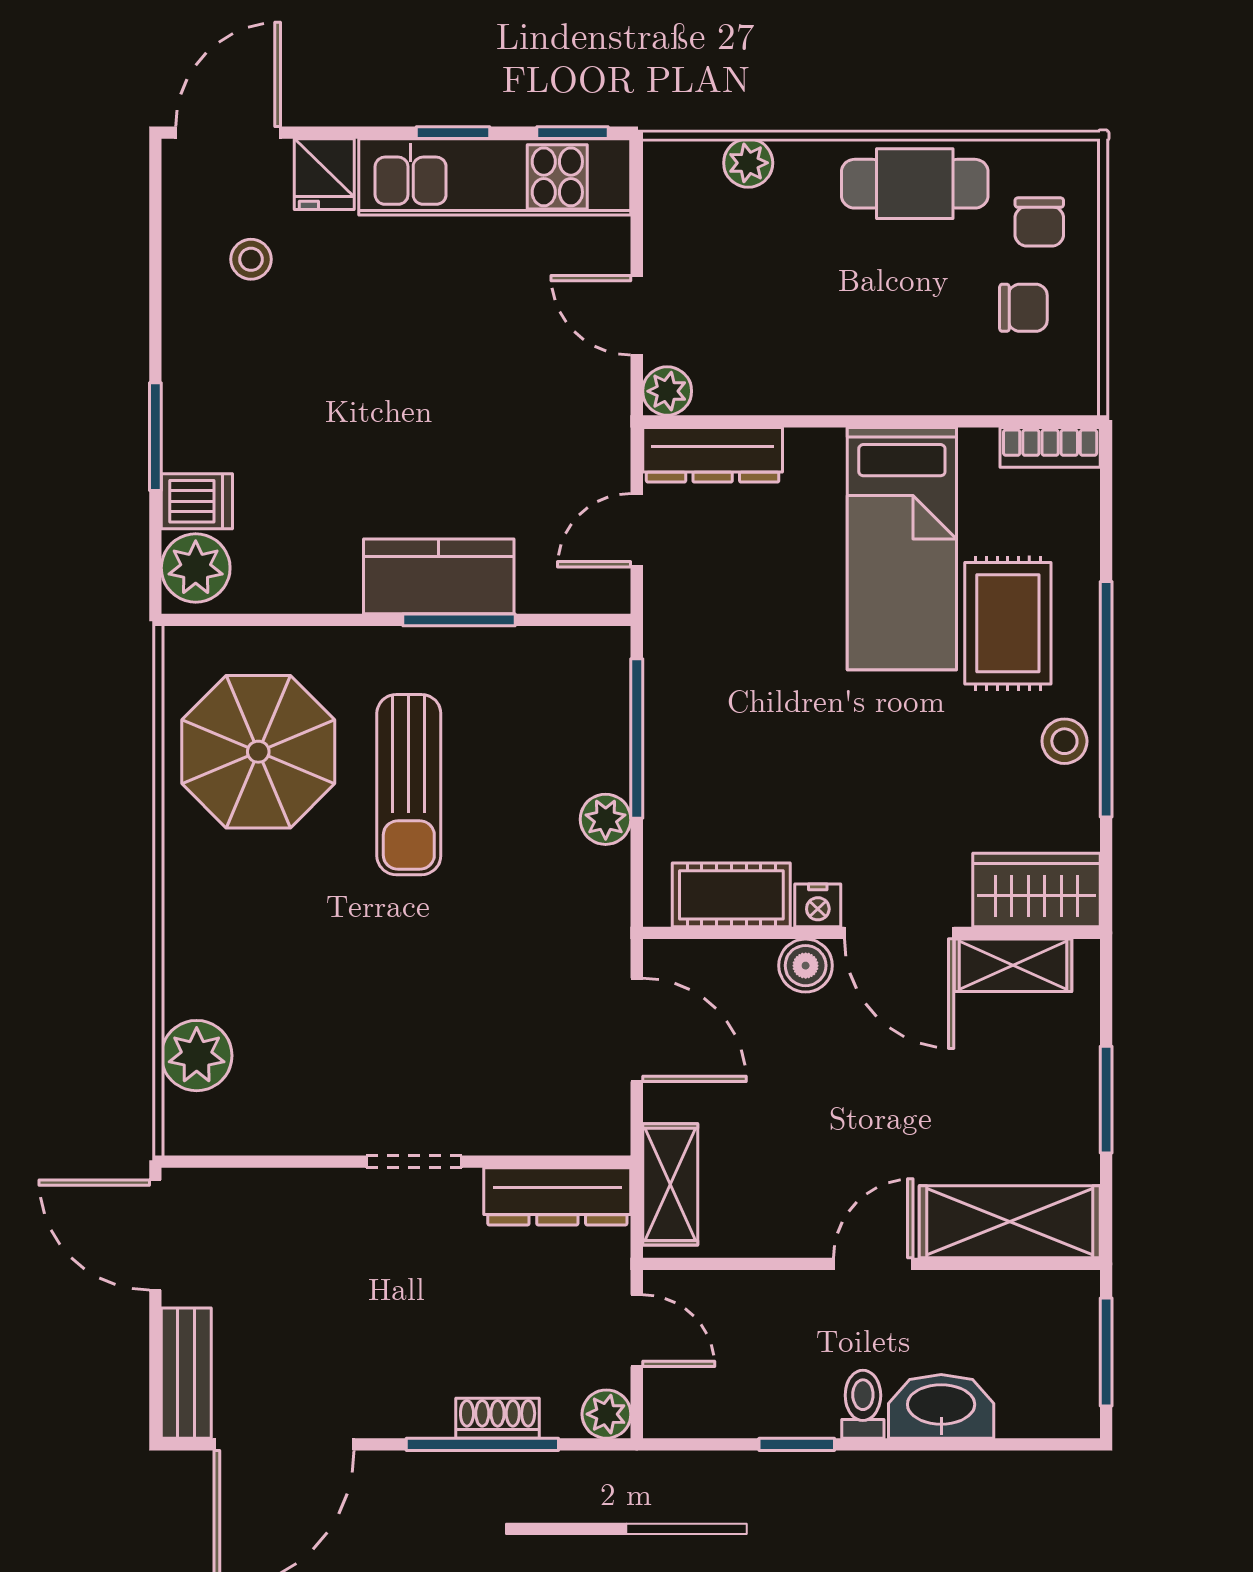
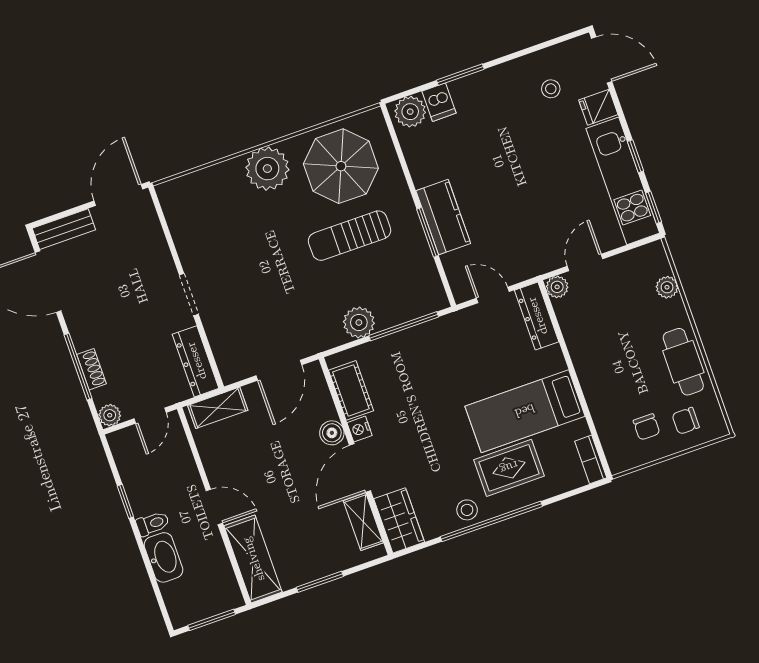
plant: (606, 819) -> (359, 322), width x1.38, depth x1.38
plant: (197, 1056) -> (267, 169), moved, width x1.36, depth x1.36

